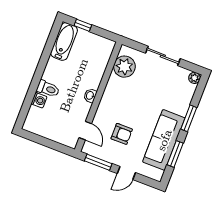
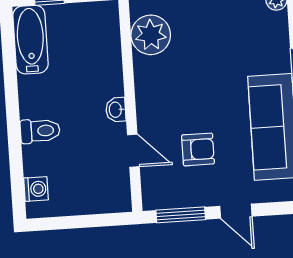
washing machine: (39, 100) -> (36, 189), moved
door: (85, 131) -> (133, 151), moved
door: (126, 173) -> (236, 211), hinge flipped

